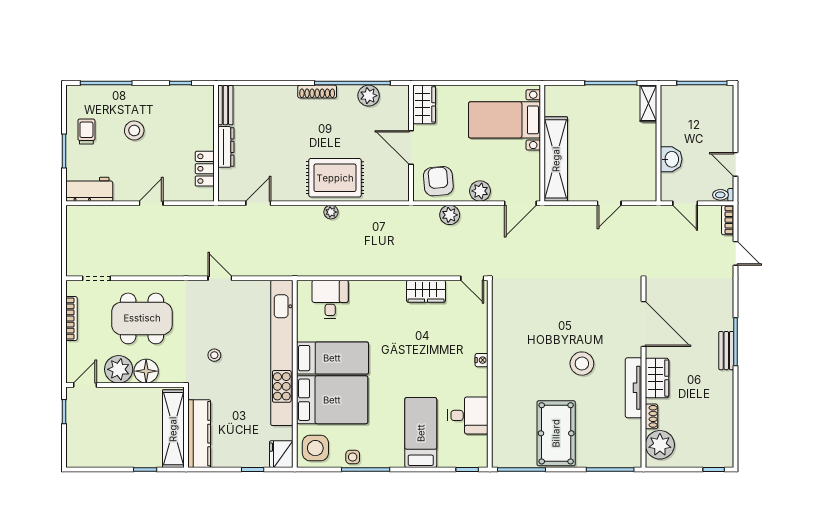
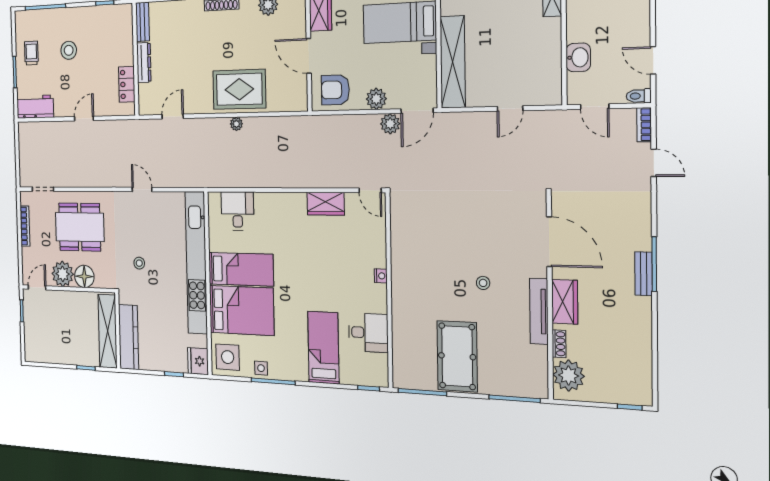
armchair: (438, 181) -> (335, 90), turned -85
plant: (450, 215) -> (390, 124), moved
stool: (582, 364) -> (483, 283), width x0.53, depth x0.53

